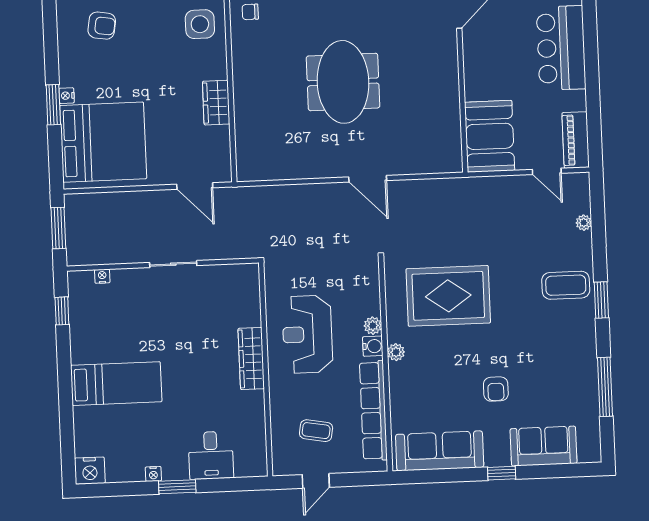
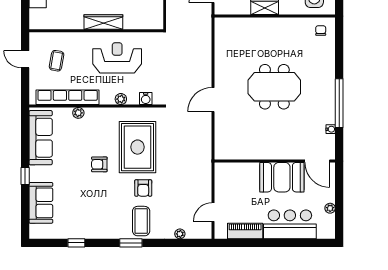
booth: (490, 136) -> (282, 177), moved
piano: (576, 140) -> (245, 231), moved
armchair: (513, 284) -> (143, 188), added
water cooler: (373, 346) -> (146, 98), moved
plant: (396, 352) -> (78, 113), moved
window: (605, 387) -> (76, 243), width x0.46
armchair: (496, 389) -> (99, 164), moved

